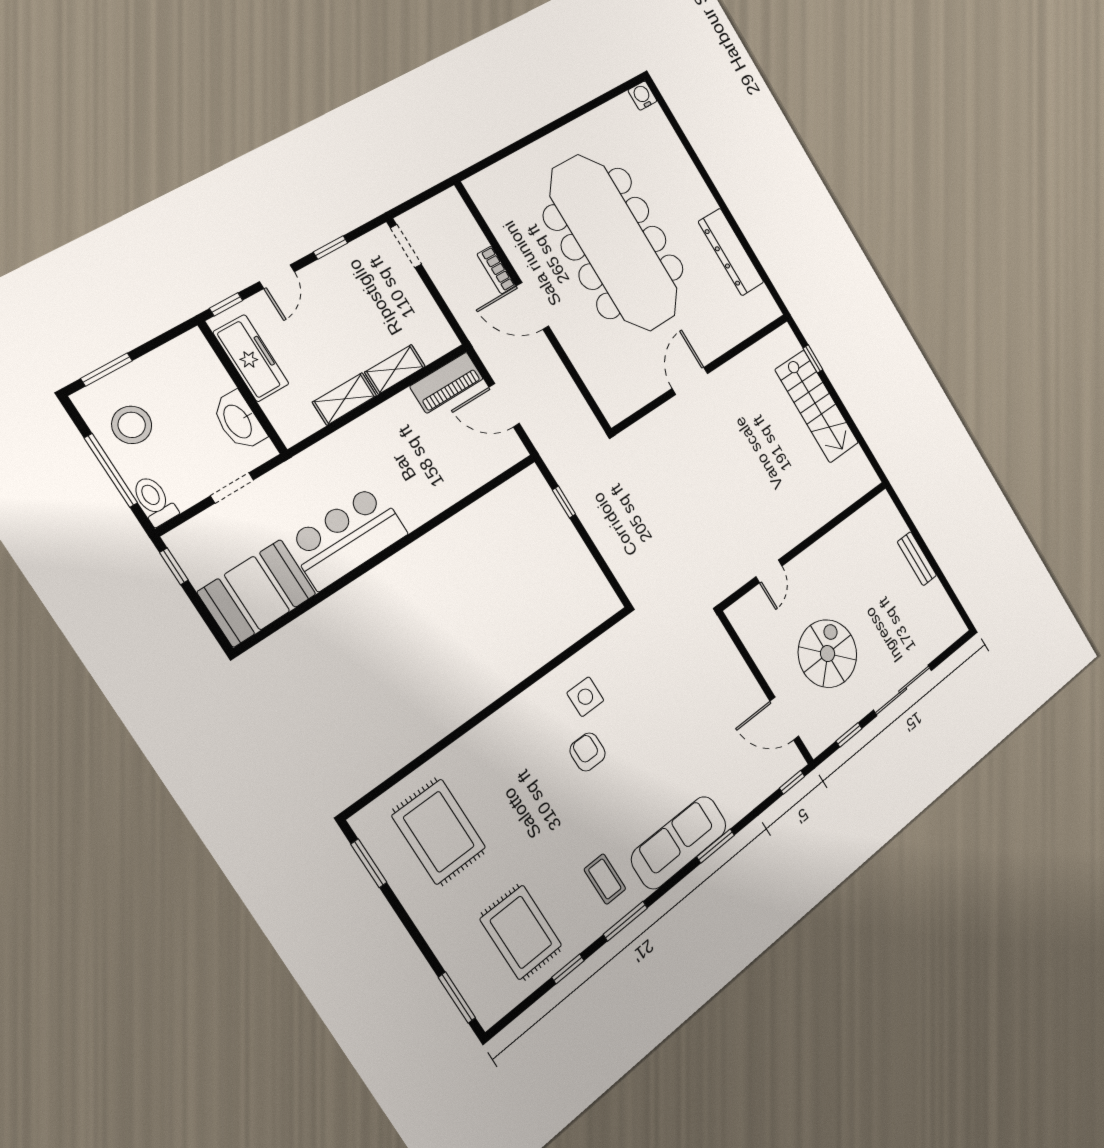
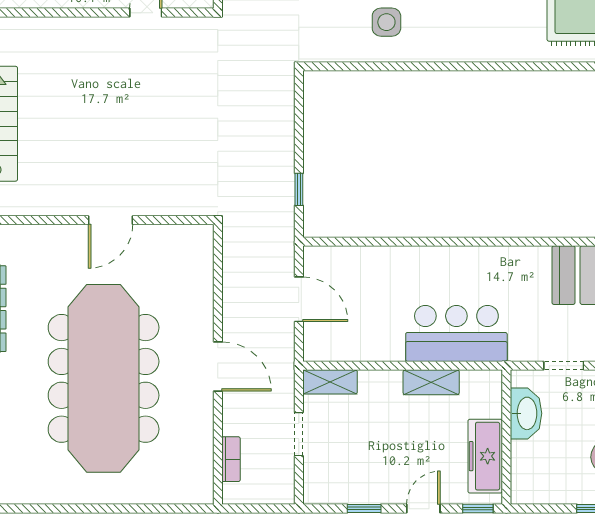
doorway: (406, 246) -> (299, 434), moved
bookcase: (496, 270) -> (231, 459), moved
shelving: (395, 369) -> (330, 382), moved
piano: (447, 383) -> (337, 346), removed
bar counter: (347, 537) -> (456, 333), moved, turned 180

